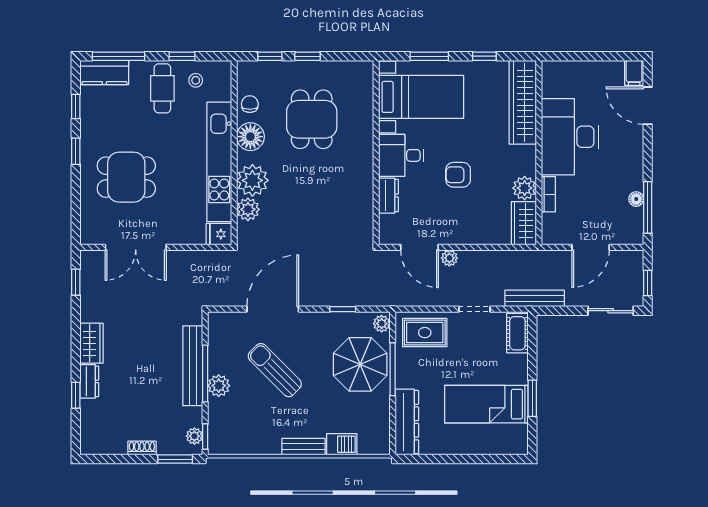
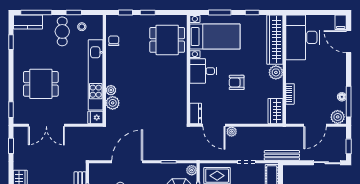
dining table: (312, 119) -> (167, 40), moved, turned 90
floor lamp: (250, 137) -> (114, 60), removed
desk: (570, 137) -> (303, 37), moved
window: (76, 151) -> (11, 110), moved
plant: (252, 180) -> (111, 90), width x0.53, depth x0.53
plant: (525, 188) -> (276, 72), moved
dresser: (389, 196) -> (196, 113), moved
plant: (629, 233) -> (338, 117), added

